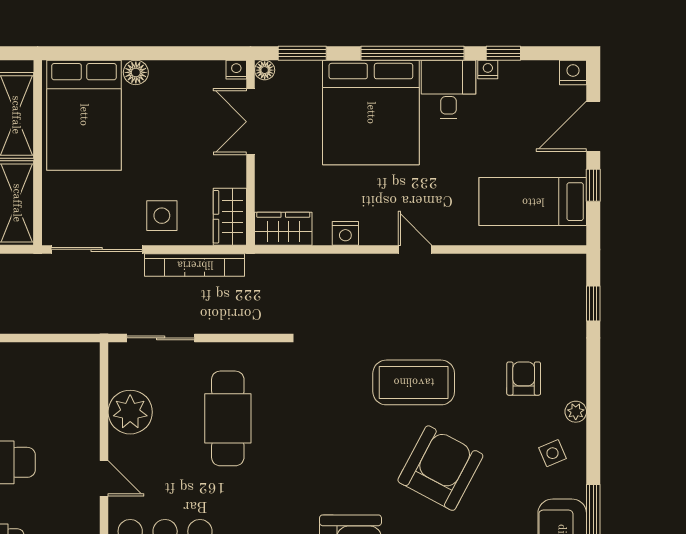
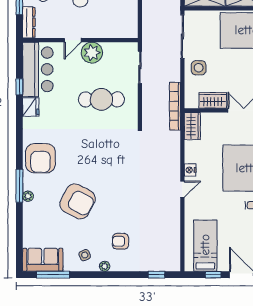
wardrobe: (230, 217) -> (213, 100), moved
nightstand: (345, 233) -> (190, 170), moved
bookcase: (195, 265) -> (175, 106), moved
armchair: (524, 379) -> (121, 241), turned 180
coffee table: (414, 382) -> (119, 189), removed
plant: (130, 412) -> (92, 53), moved

